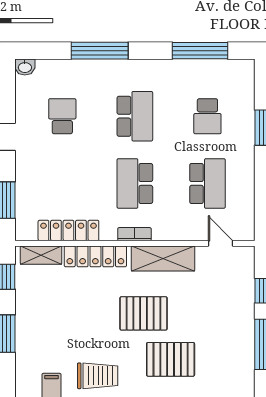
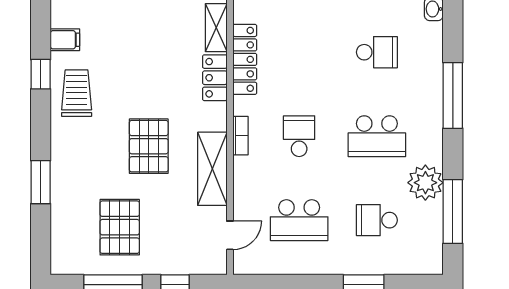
plant: (175, 74) -> (425, 183), added
school desk: (135, 183) -> (299, 136), width x0.54
locker: (95, 256) -> (215, 78), width x0.66
pallet: (171, 359) -> (120, 227), moved
trolley: (98, 376) -> (77, 93), turned 180

